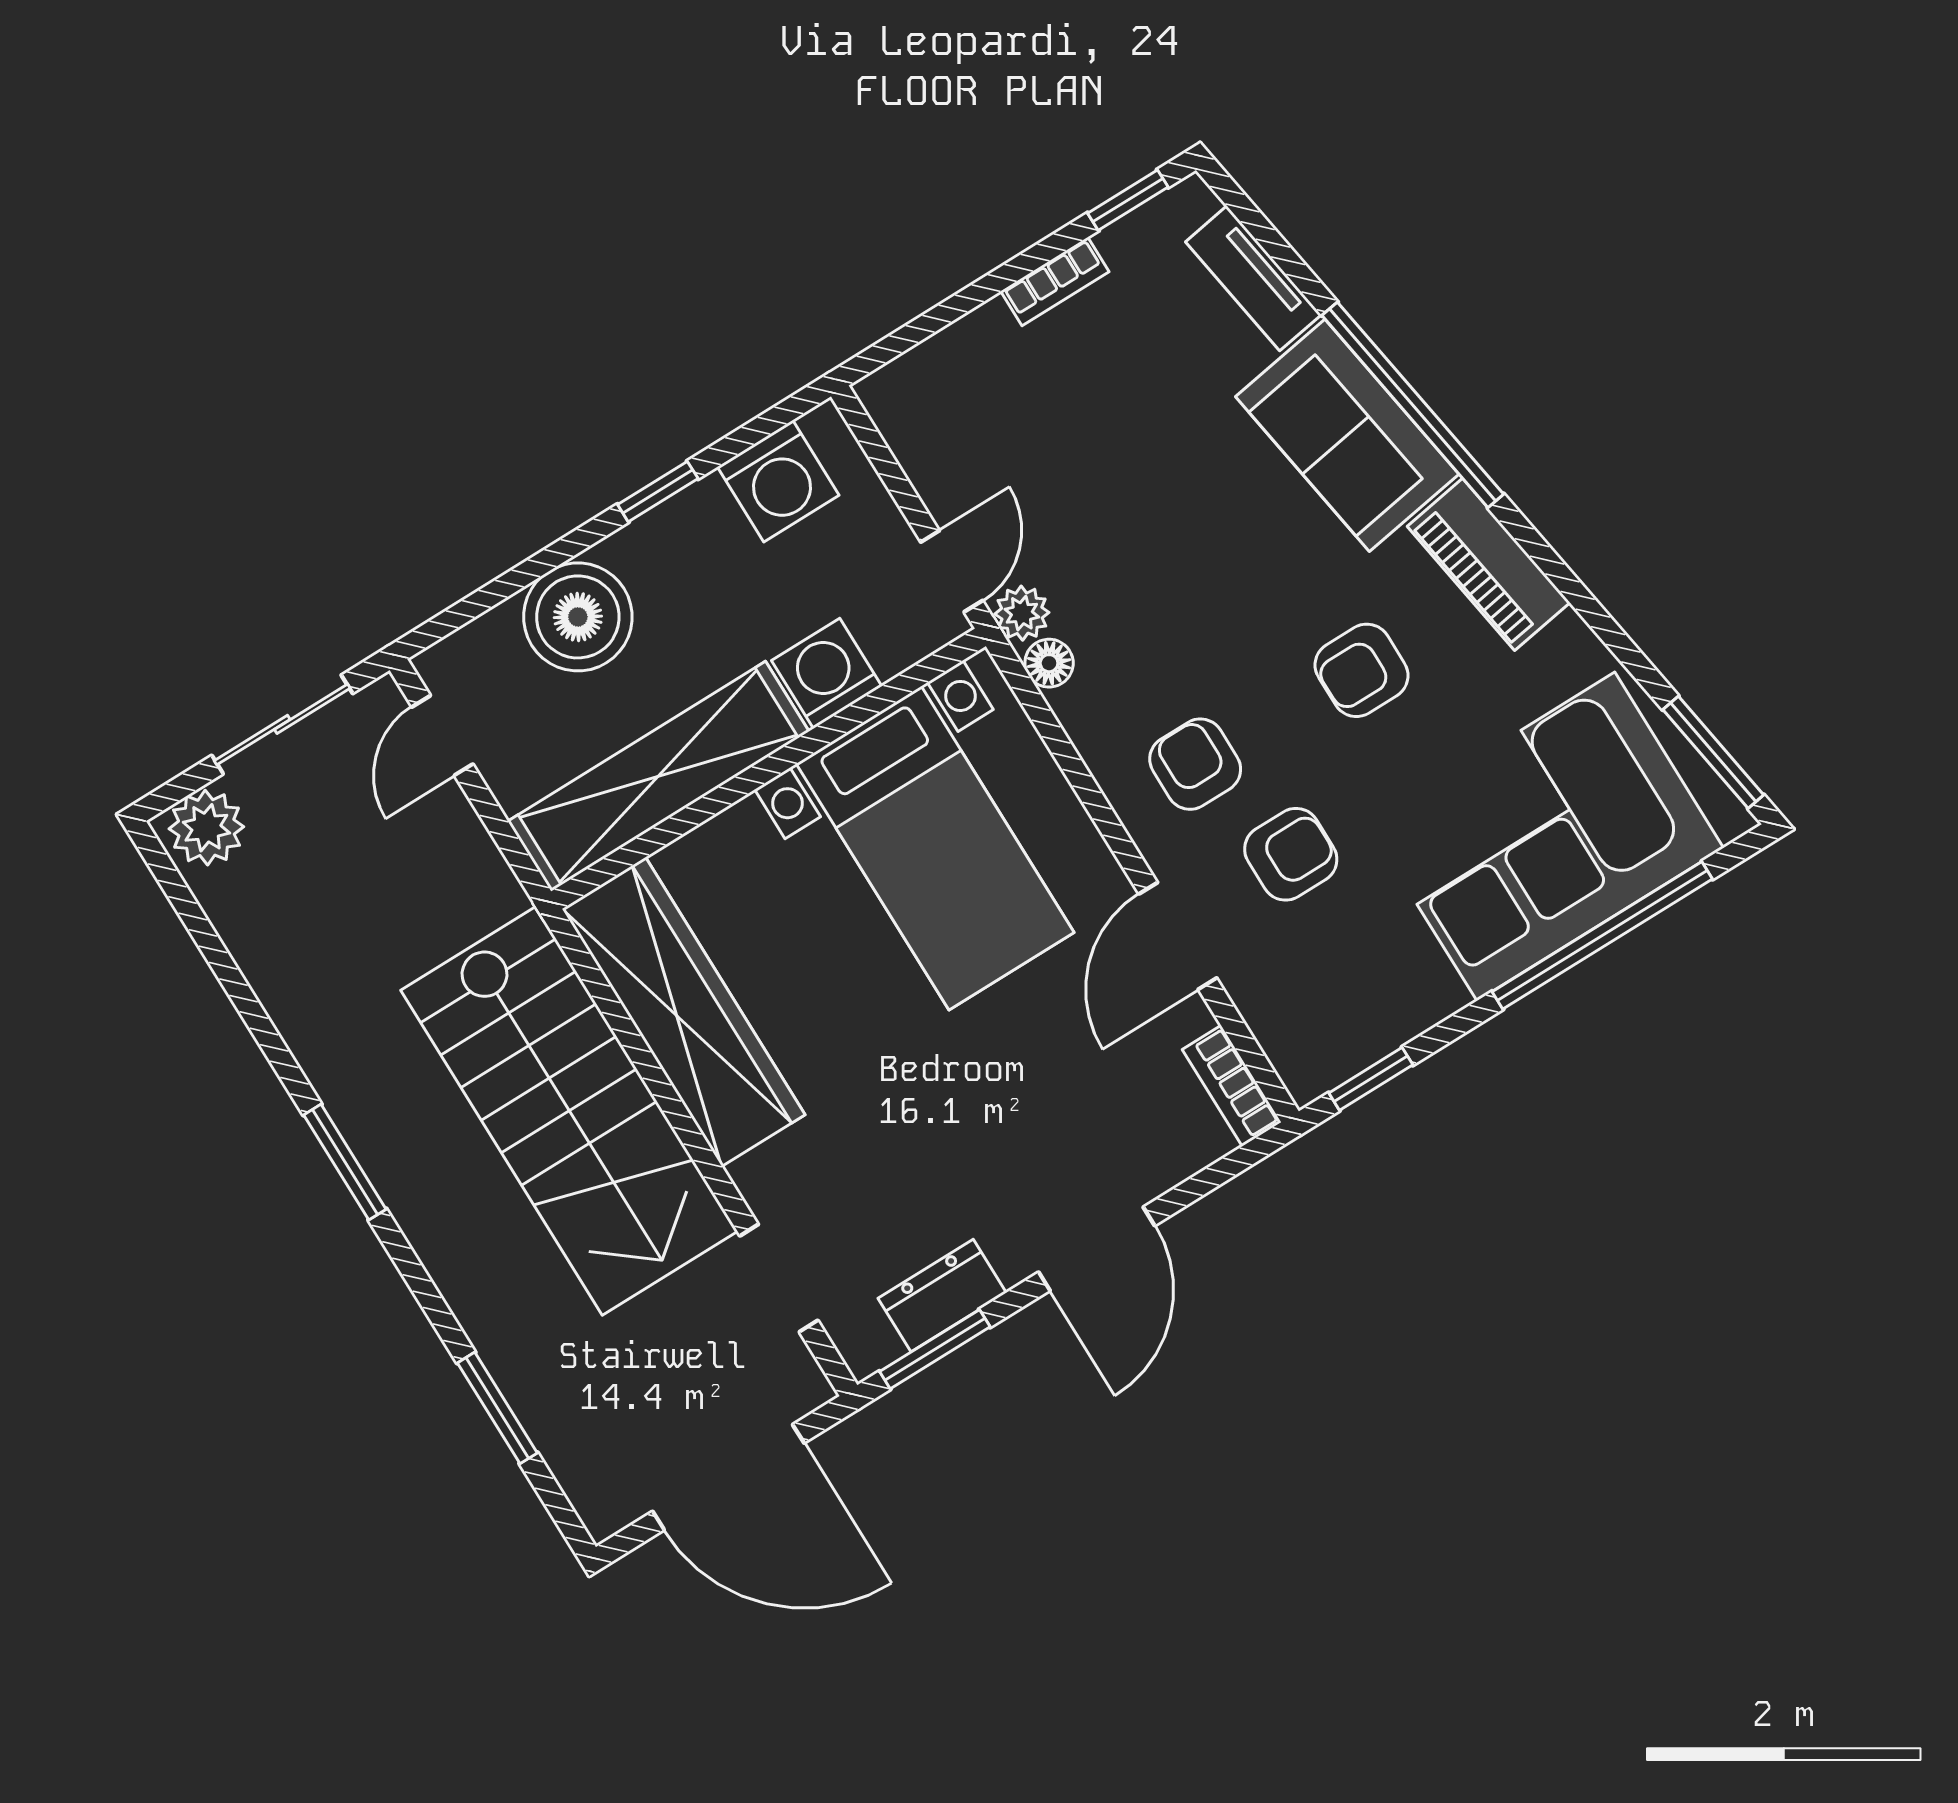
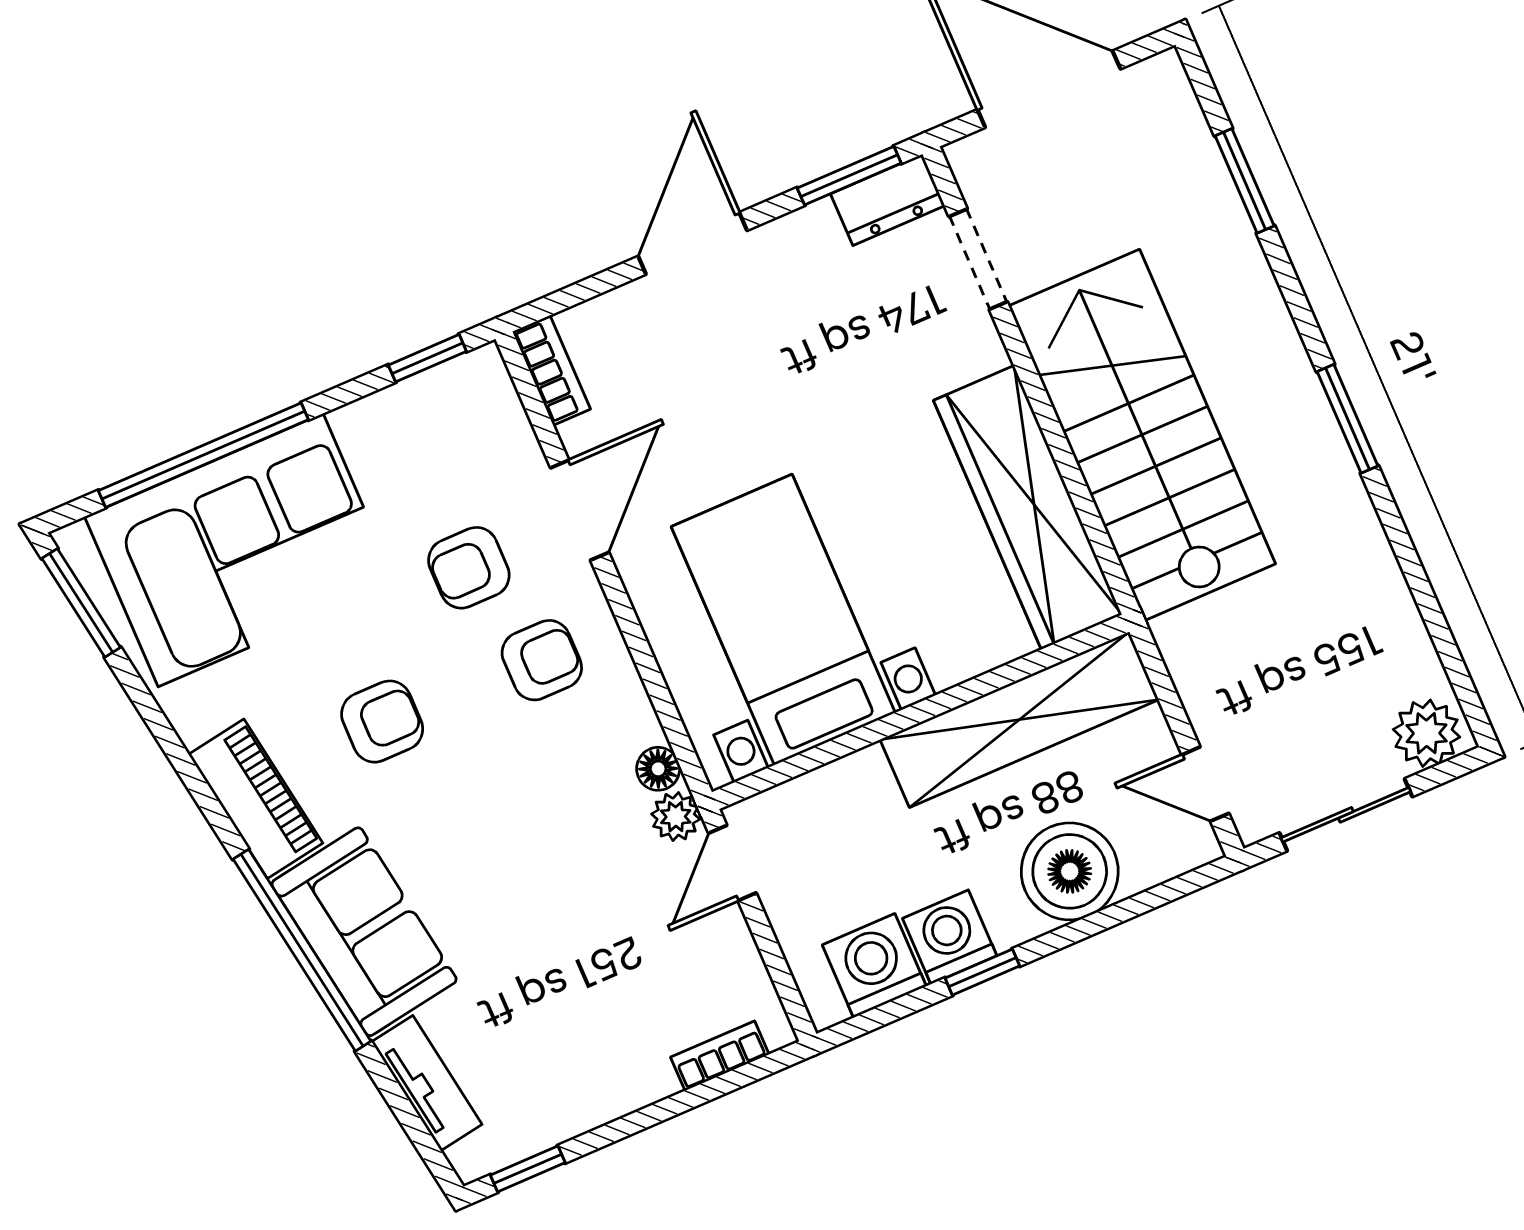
bookcase: (1055, 281) -> (720, 1056), moved
washing machine: (827, 673) -> (950, 937), moved, turned 180
door: (442, 736) -> (1205, 784), swing flipped
armchair: (1195, 764) -> (542, 660), turned -90
dresser: (942, 1296) -> (888, 200), moved

